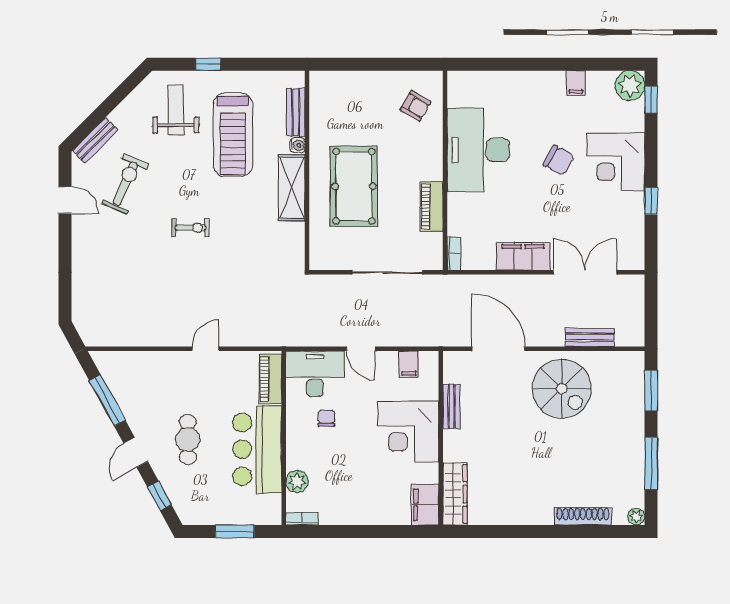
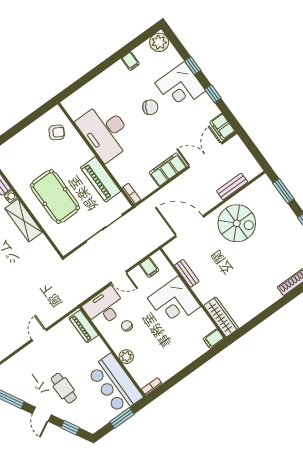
window: (651, 100) -> (193, 66), moved
piano: (432, 207) -> (101, 179), width x1.37, depth x1.33
filing cabinet: (633, 252) -> (222, 127), added
bar counter: (257, 449) -> (115, 384), moved
plant: (297, 481) -> (126, 357), moved
filing cabinet: (425, 505) -> (214, 339), width x0.50

